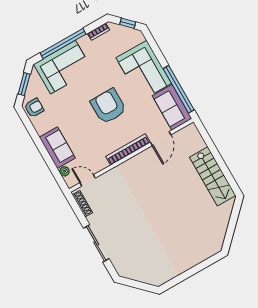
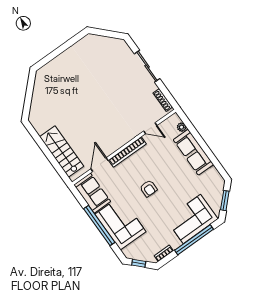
window: (179, 89) -> (99, 226), moved
armchair: (108, 106) -> (148, 188), width x0.53, depth x0.53
armchair: (34, 108) -> (214, 181), removed
sofa: (57, 148) -> (193, 152), width x1.36
stairs: (213, 176) -> (62, 152), moved
door: (88, 180) -> (150, 128), moved

